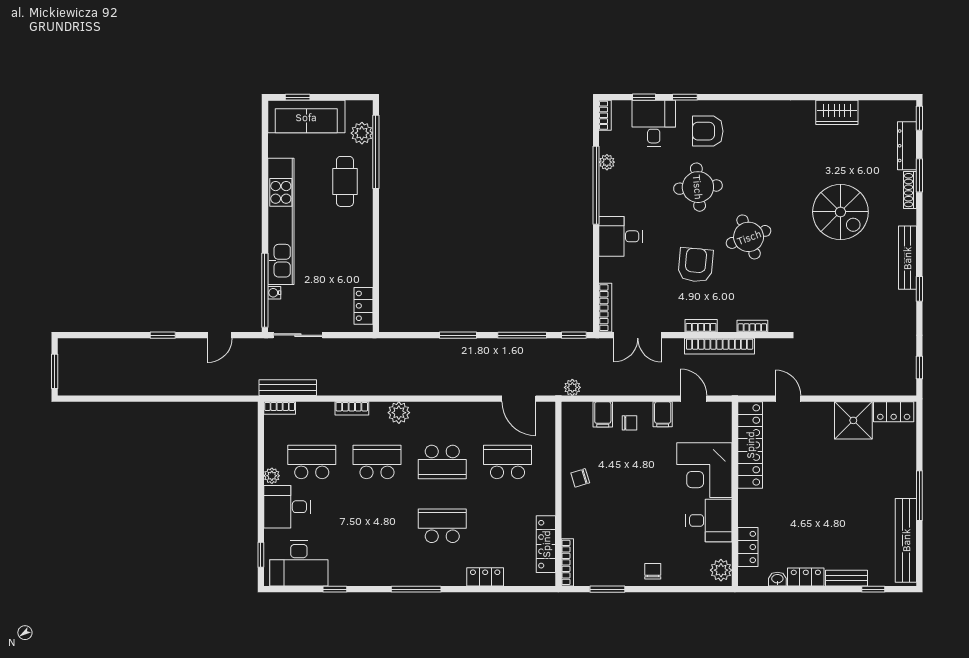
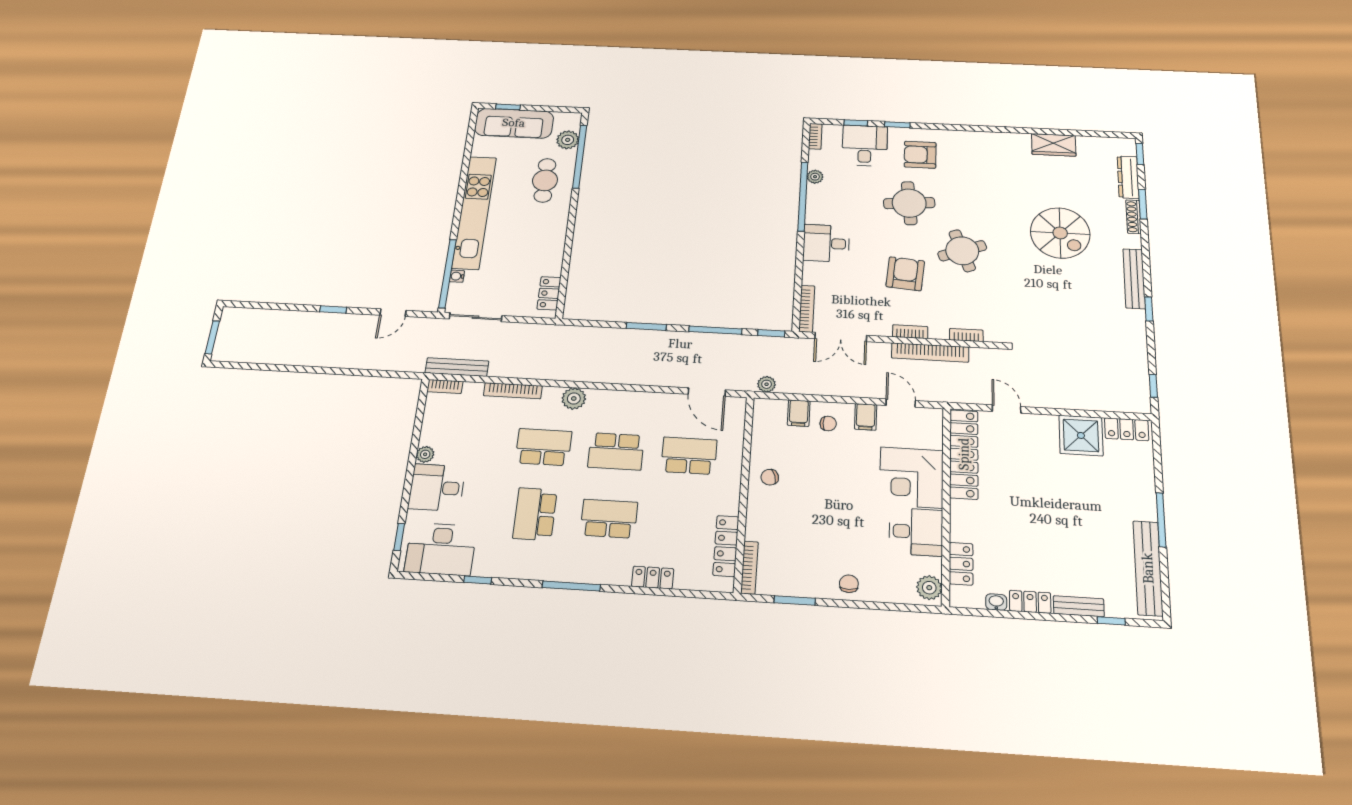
bookcase: (352, 408) -> (513, 391), width x1.56
school desk: (312, 462) -> (535, 514), moved, turned -90

